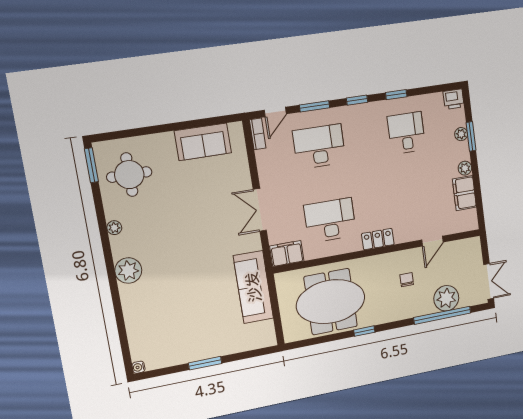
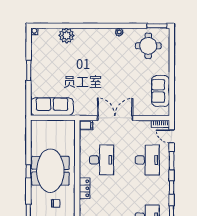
double door: (260, 210) -> (115, 118), width x1.37
filing cabinet: (287, 253) -> (86, 125), width x0.50
plant: (128, 270) -> (66, 35), moved
sofa: (253, 287) -> (52, 107), moved
meeting table: (331, 302) -> (50, 171), moved

